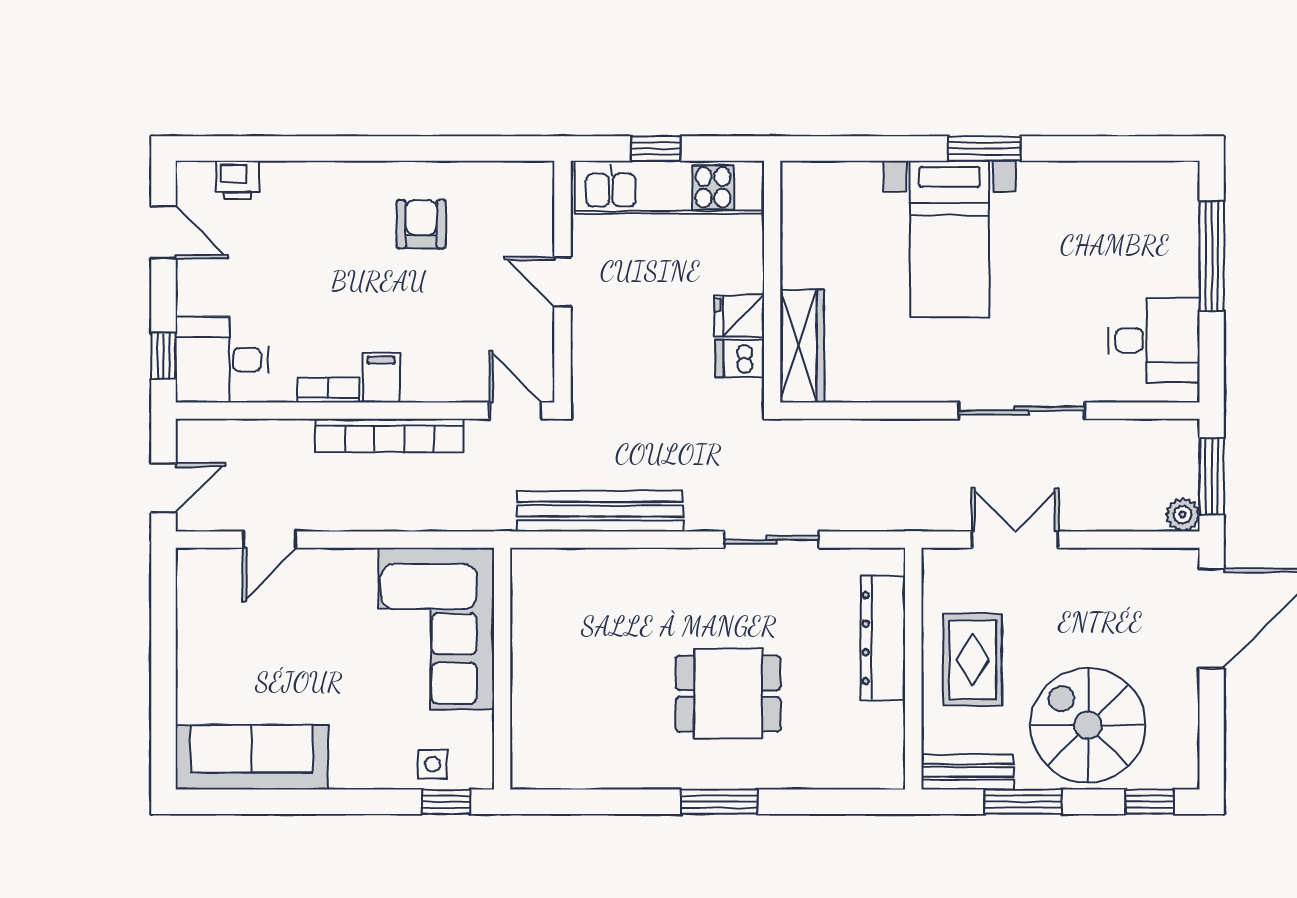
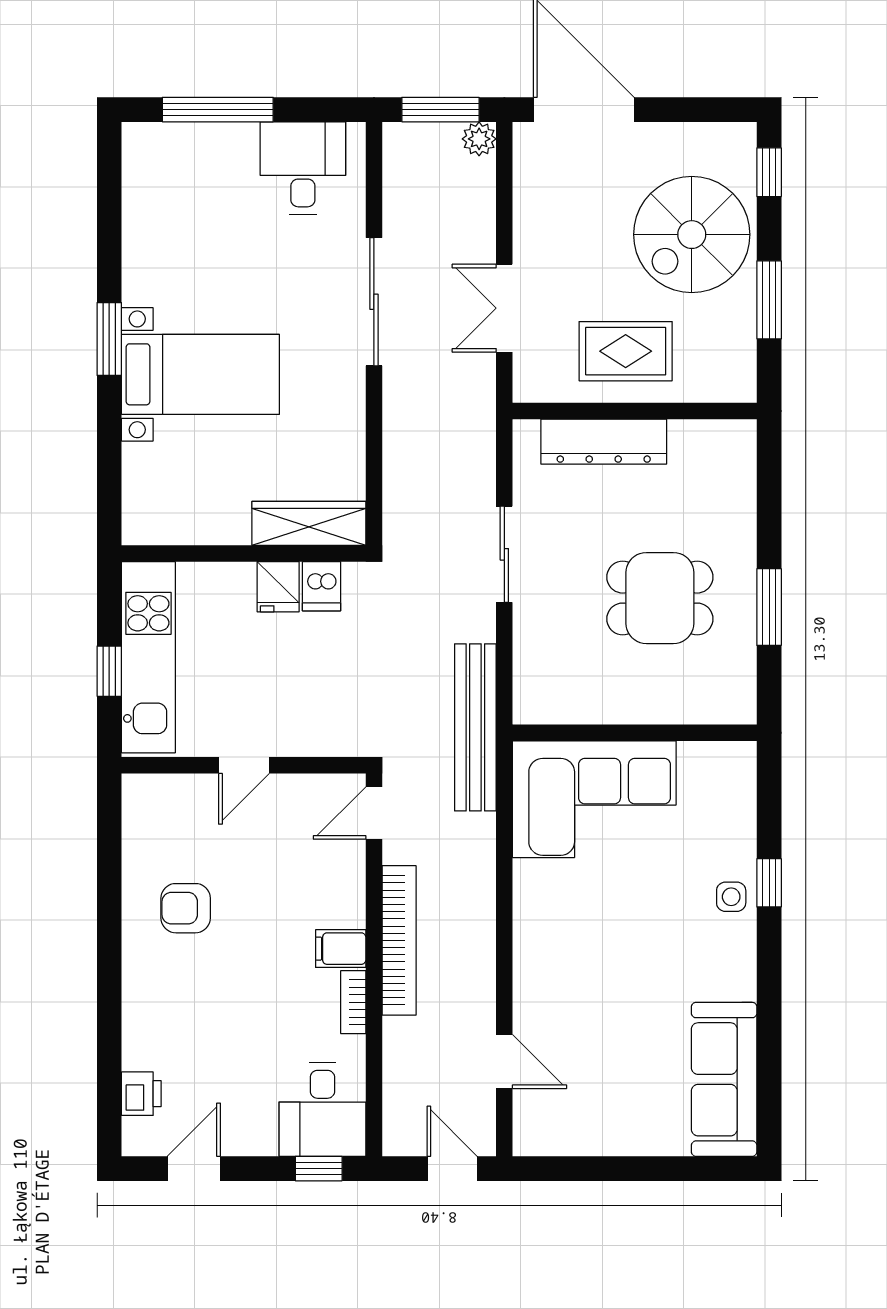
corner sofa: (436, 629) -> (594, 799), moved
wall: (502, 669) -> (635, 733), moved
dining table: (728, 694) -> (660, 598), turned 90
bench: (967, 772) -> (739, 356), removed

